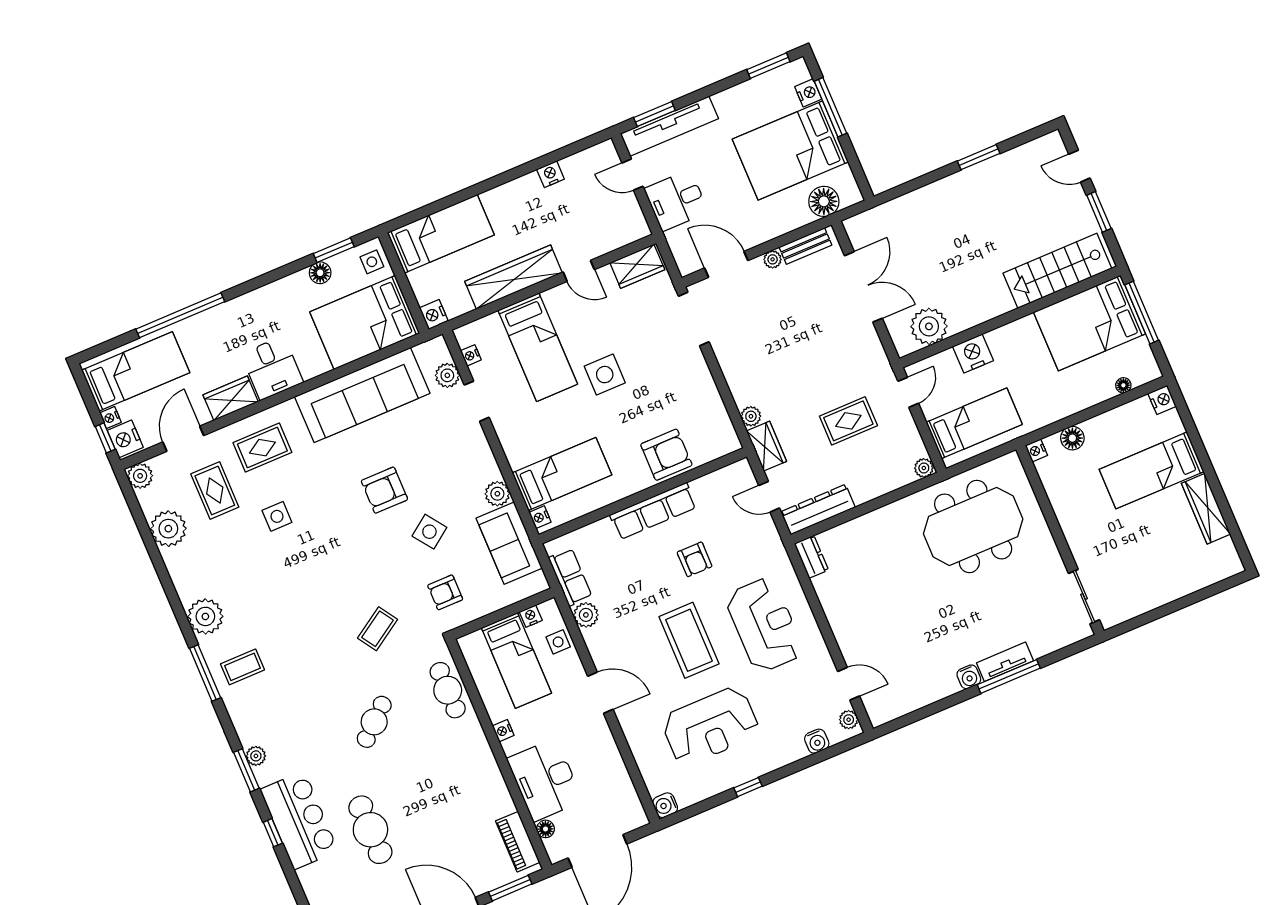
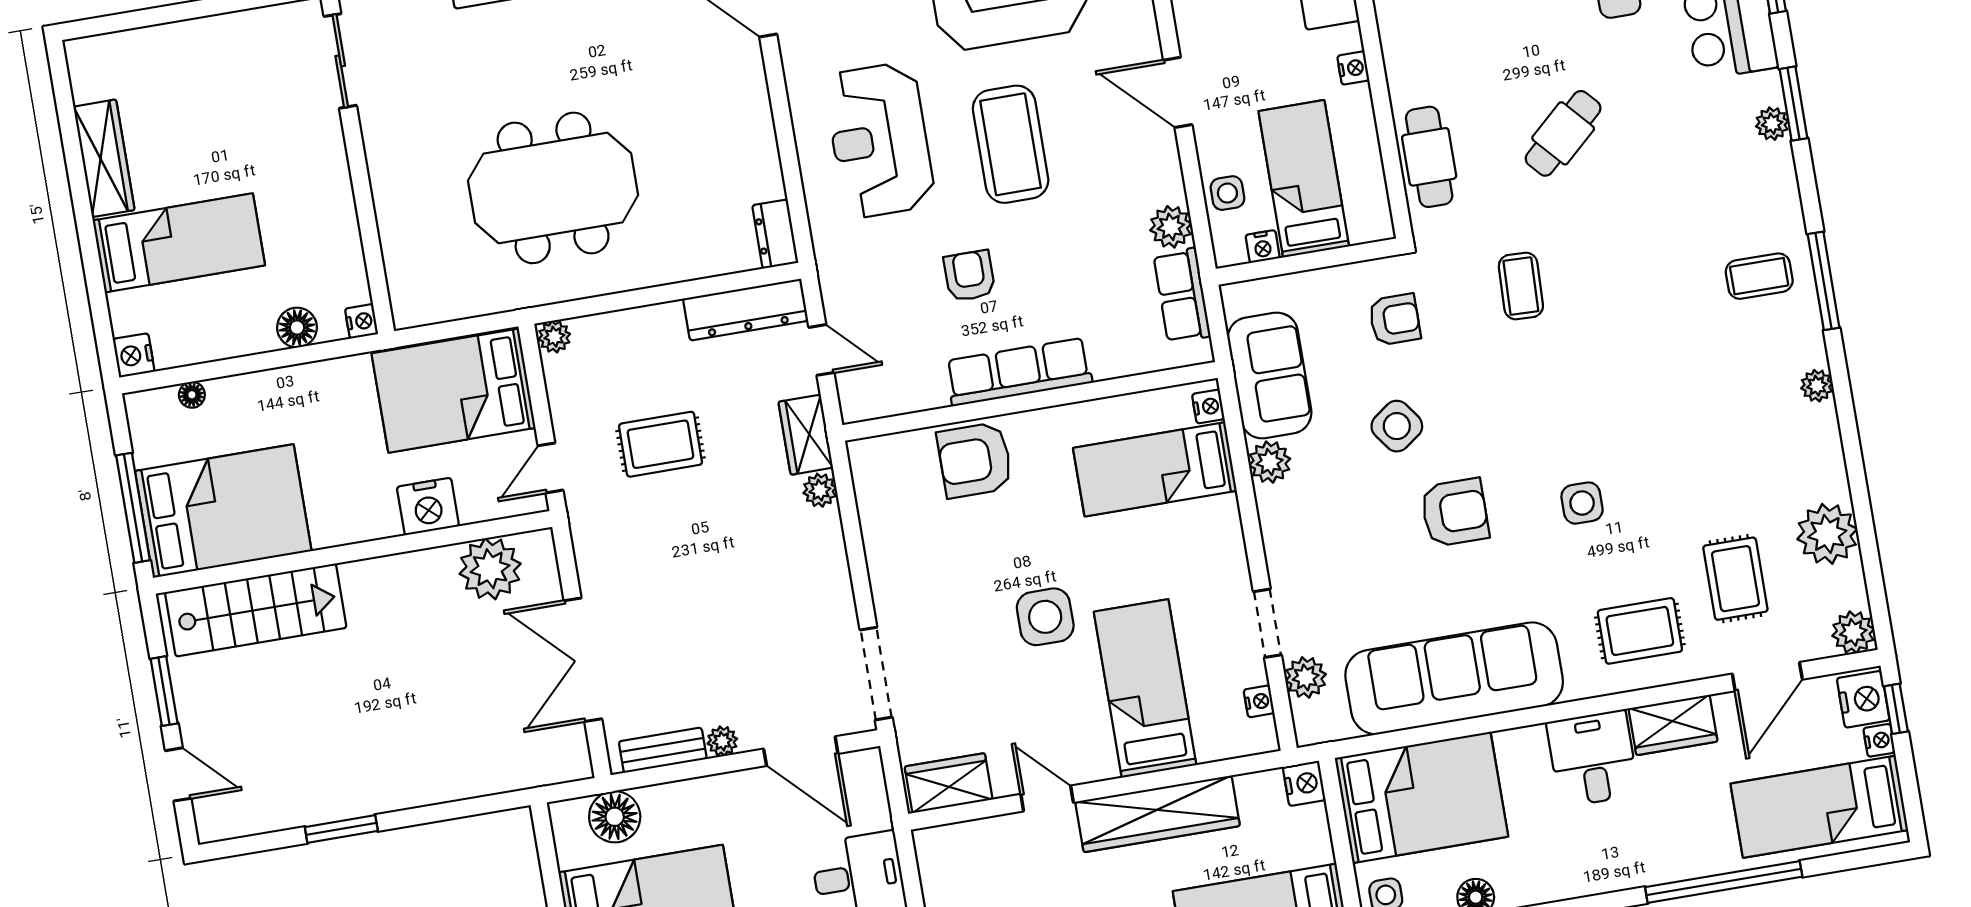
bed: (974, 423) -> (454, 391), width x1.50
side table: (277, 516) -> (1582, 503), moved
meeting table: (973, 526) -> (553, 188), moved
plant: (205, 616) -> (1817, 386), width x0.53, depth x0.53
coffee table: (378, 629) -> (1521, 286), turned -55

